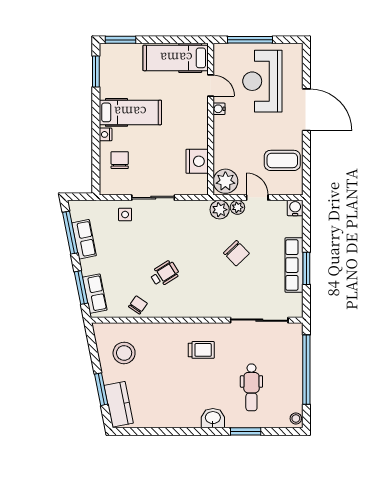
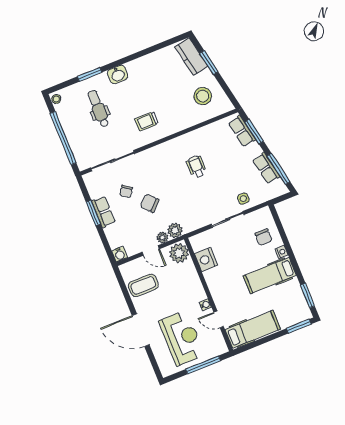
row of seats: (294, 265) -> (103, 212), width x0.68
wheelchair: (164, 274) -> (196, 167), turned 122
chair: (138, 305) -> (126, 191), moved

